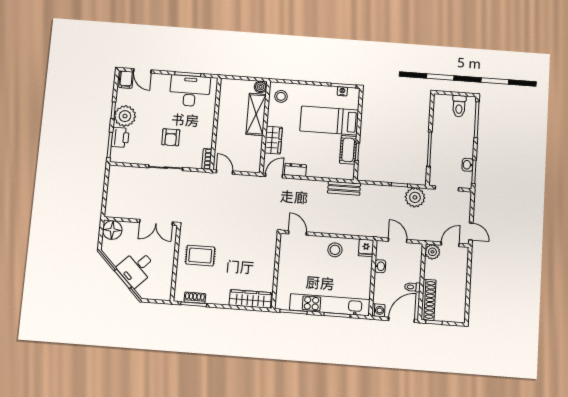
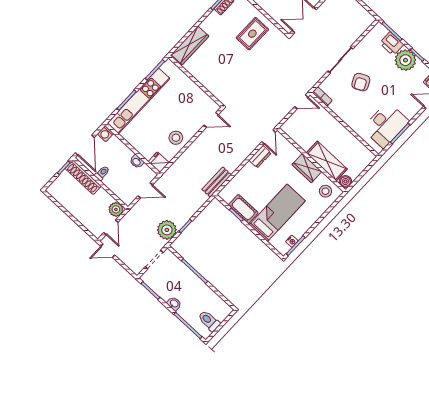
armchair: (171, 137) -> (361, 82), turned -116
wardrobe: (273, 140) -> (307, 168), moved
washbasin: (468, 165) -> (174, 304), moved

